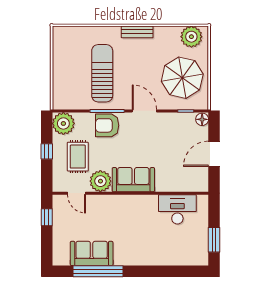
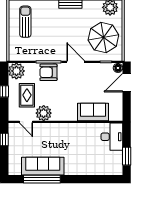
sun lounger: (102, 73) -> (25, 22), moved, width x0.73, depth x0.75
door: (214, 154) -> (127, 83), moved
sofa: (133, 180) -> (93, 112), moved
desk: (177, 209) -> (112, 137), moved, turned 90
sofa: (92, 253) -> (43, 166), width x1.36

